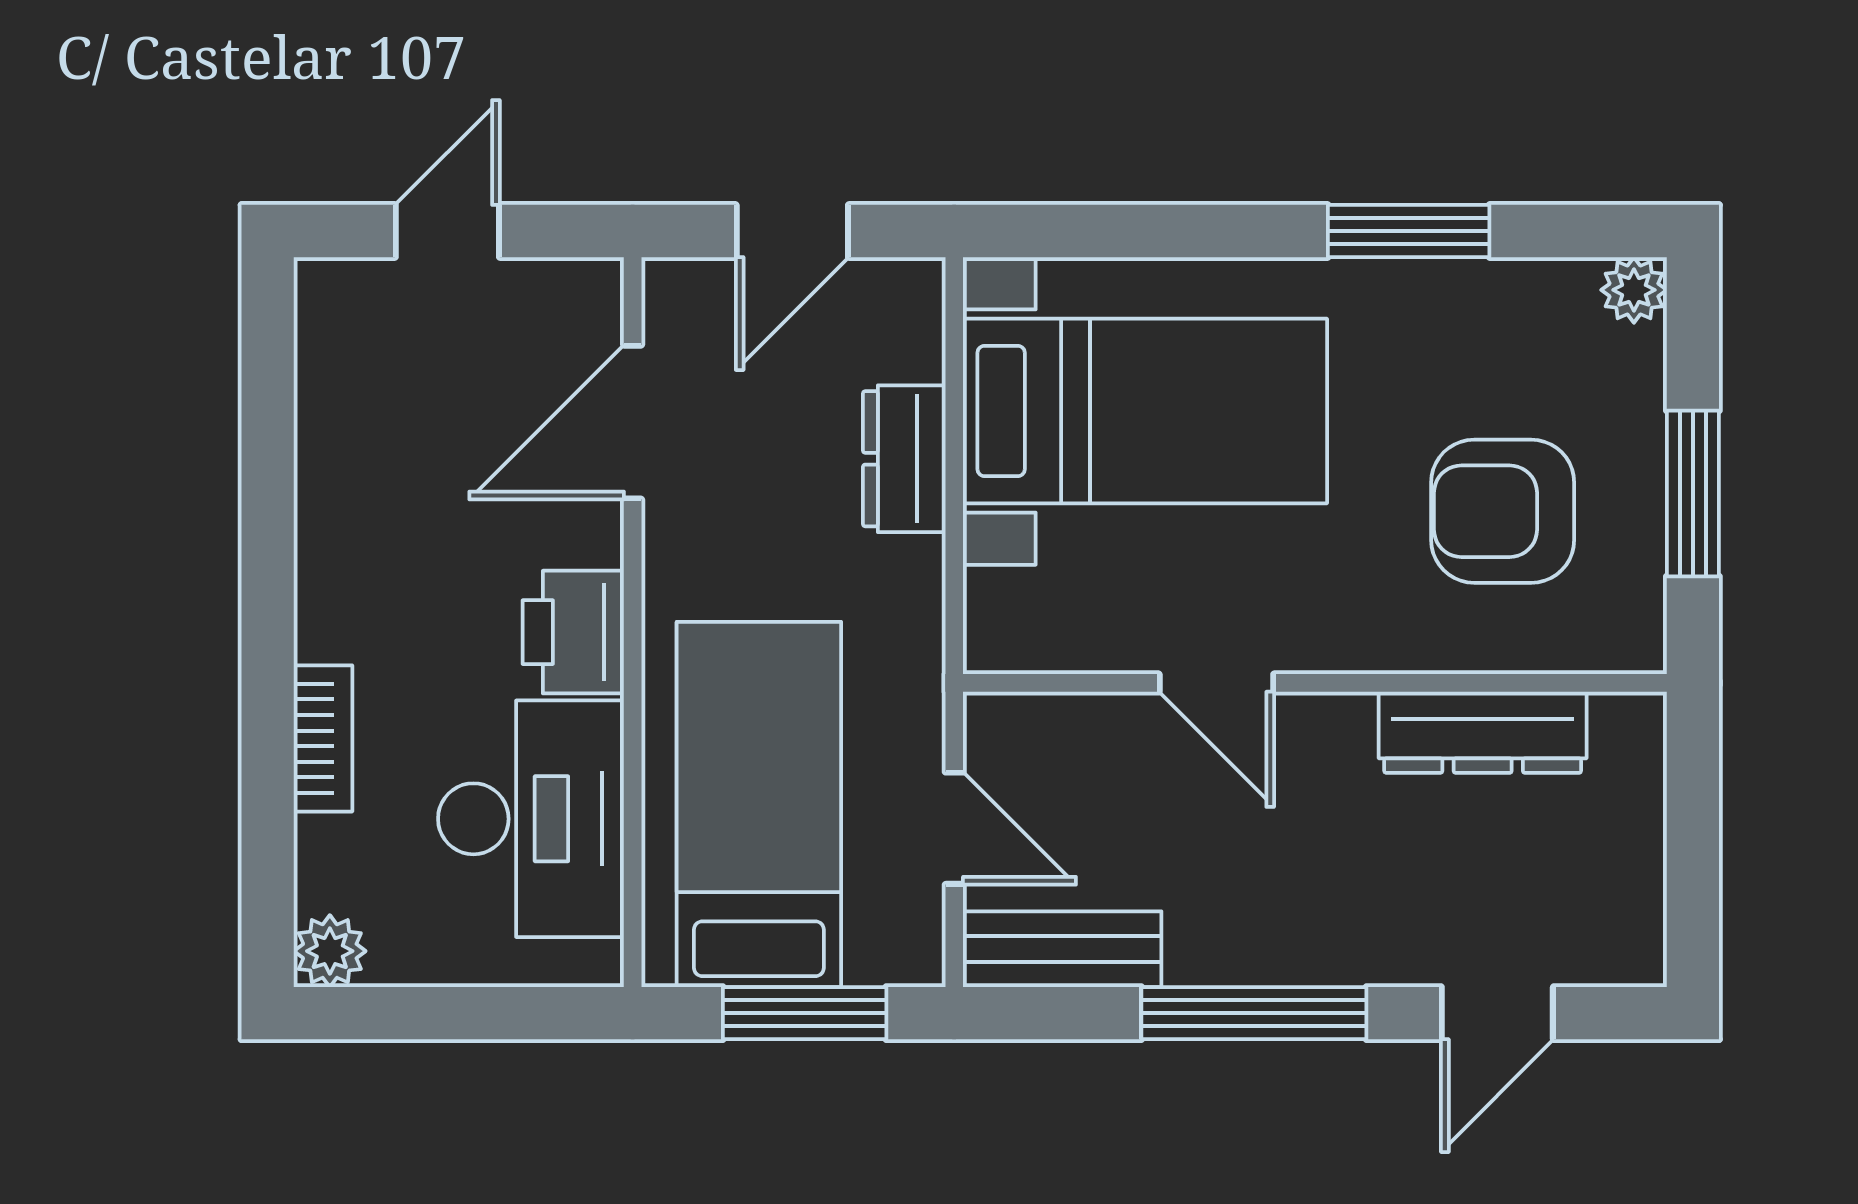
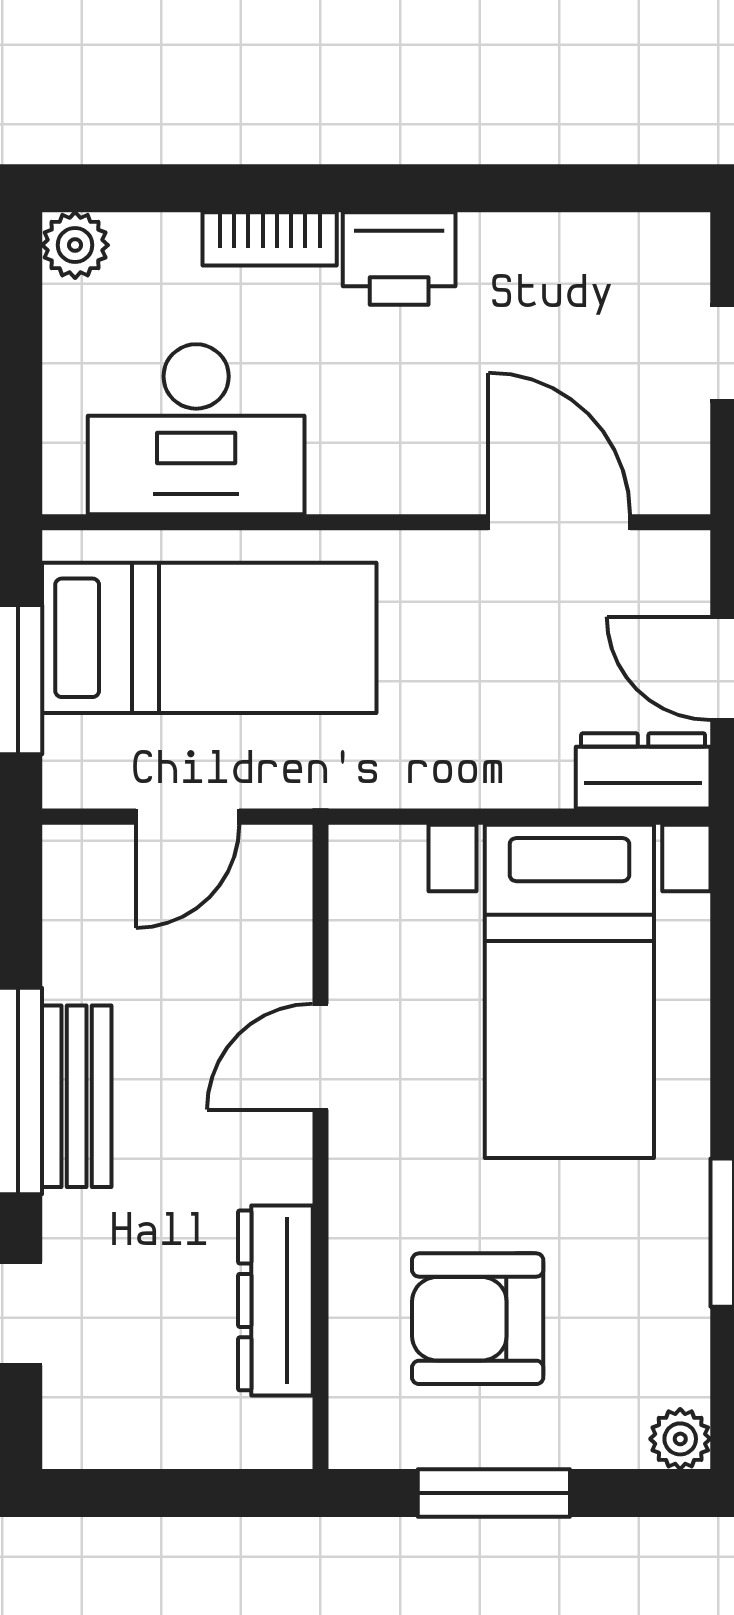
dresser: (904, 459) -> (643, 771), moved
armchair: (1503, 511) -> (478, 1319), turned -90
printer: (573, 632) -> (399, 258), moved, turned 180
bench: (1062, 949) -> (77, 1096), moved

